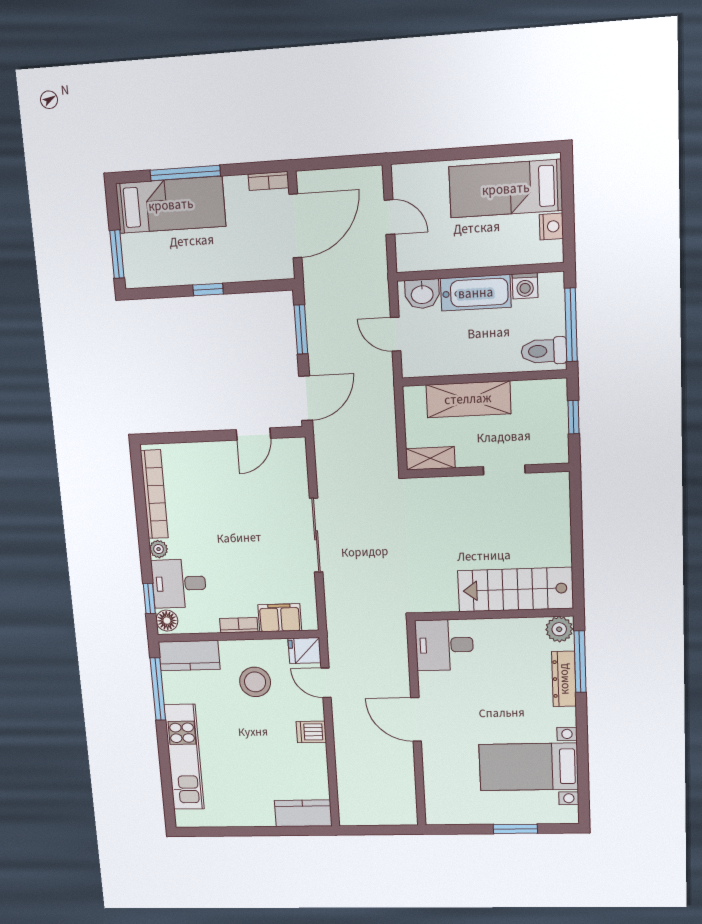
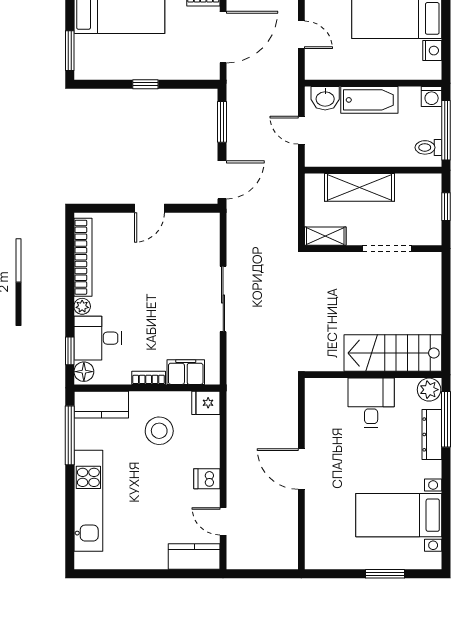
washing machine: (525, 286) -> (432, 97), moved
toilet: (544, 351) -> (428, 147), width x0.73, depth x0.72
door: (253, 434) -> (149, 208), moved
doorway: (504, 470) -> (387, 249), width x1.38
desk: (444, 645) -> (371, 403), moved, turned 90
door: (326, 683) -> (223, 521), moved

